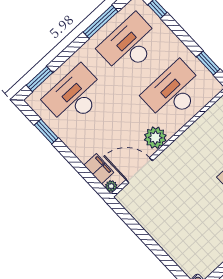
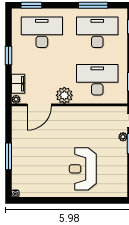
window: (46, 131) -> (9, 55), moved
door: (139, 170) -> (39, 105), swing flipped
window: (156, 249) -> (9, 156), added

